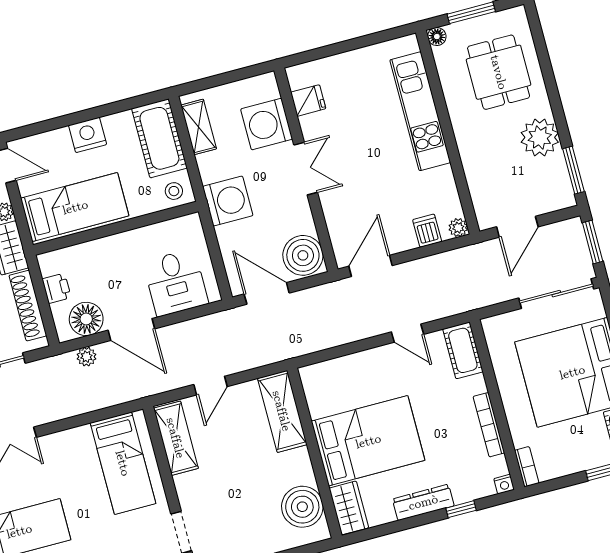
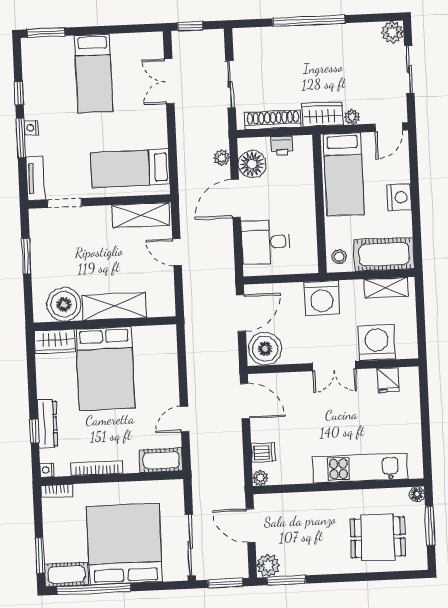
plant: (540, 137) -> (268, 565), moved, width x0.73, depth x0.73
shelving: (282, 411) -> (114, 306), moved
dresser: (423, 502) -> (47, 424), moved

